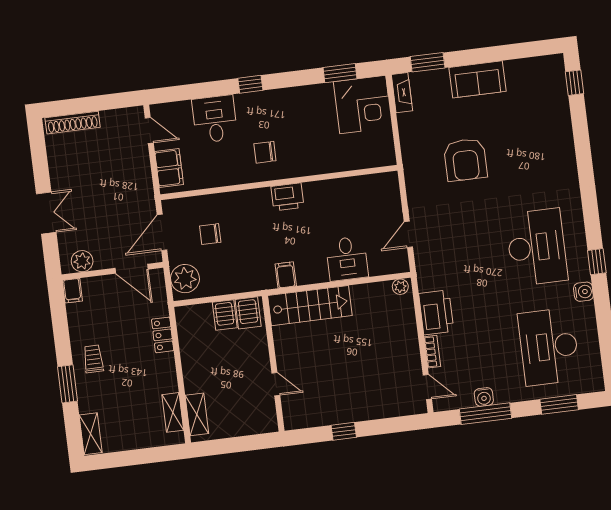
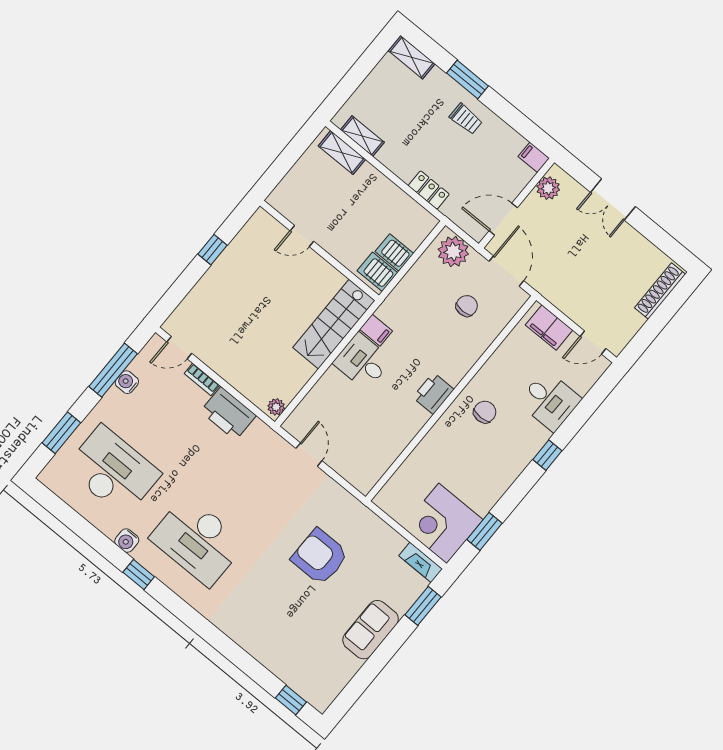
desk: (347, 259) -> (362, 361), moved

